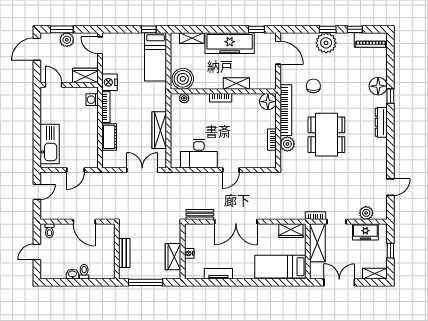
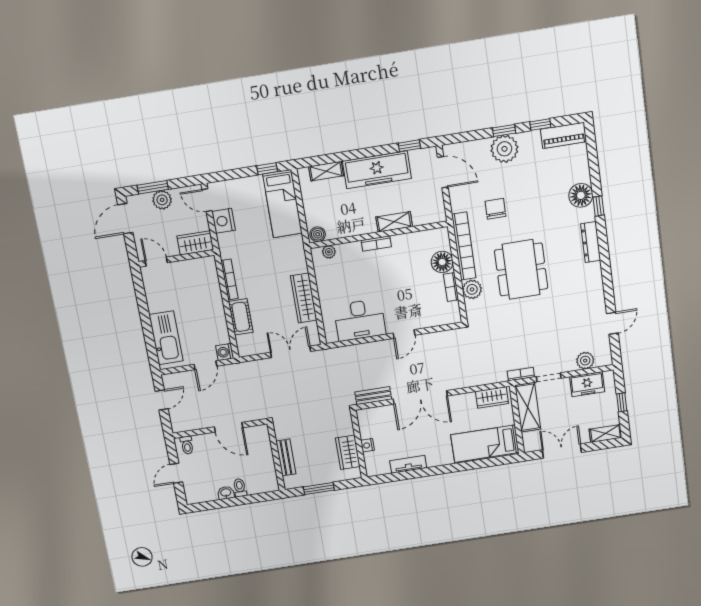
boiler: (183, 79) -> (318, 234), width x0.54, depth x0.54
nightstand: (110, 82) -> (224, 221), moved
washing machine: (92, 100) -> (225, 352), moved
floor lamp: (268, 102) -> (442, 262), moved
window: (146, 282) -> (319, 489), width x0.69

